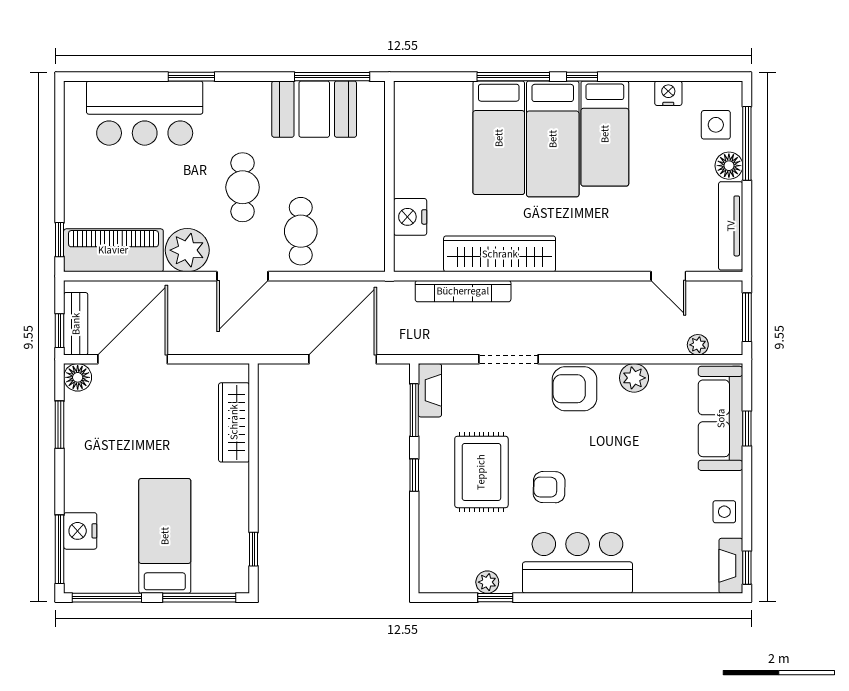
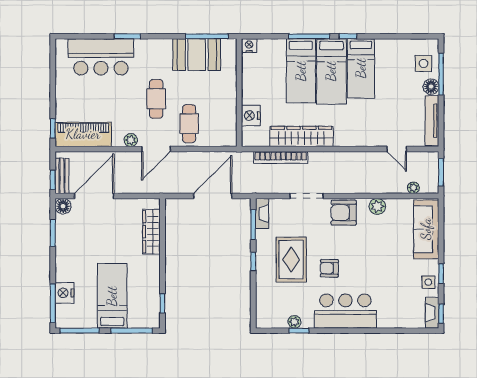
nightstand: (668, 93) -> (249, 46), moved
plant: (187, 250) -> (131, 140), width x0.53, depth x0.53
window: (747, 428) -> (441, 274), moved

